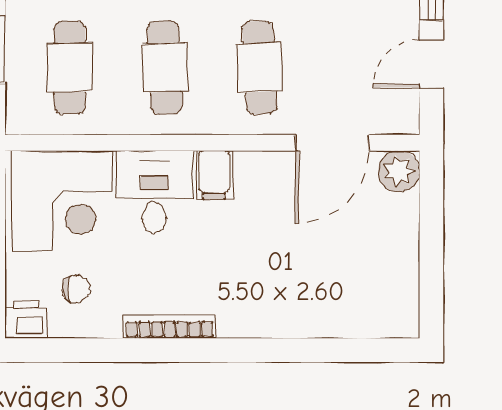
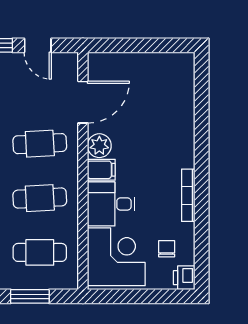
door: (332, 143) -> (83, 102), hinge flipped
plant: (399, 171) -> (99, 146), moved

